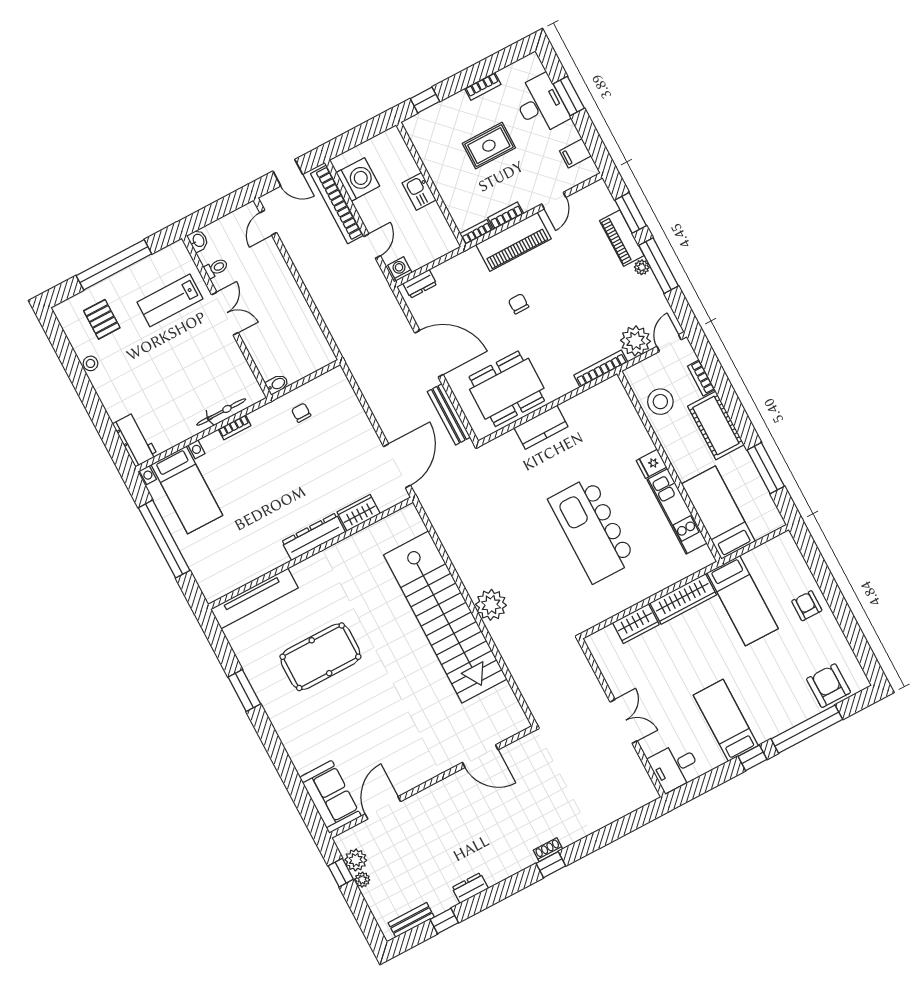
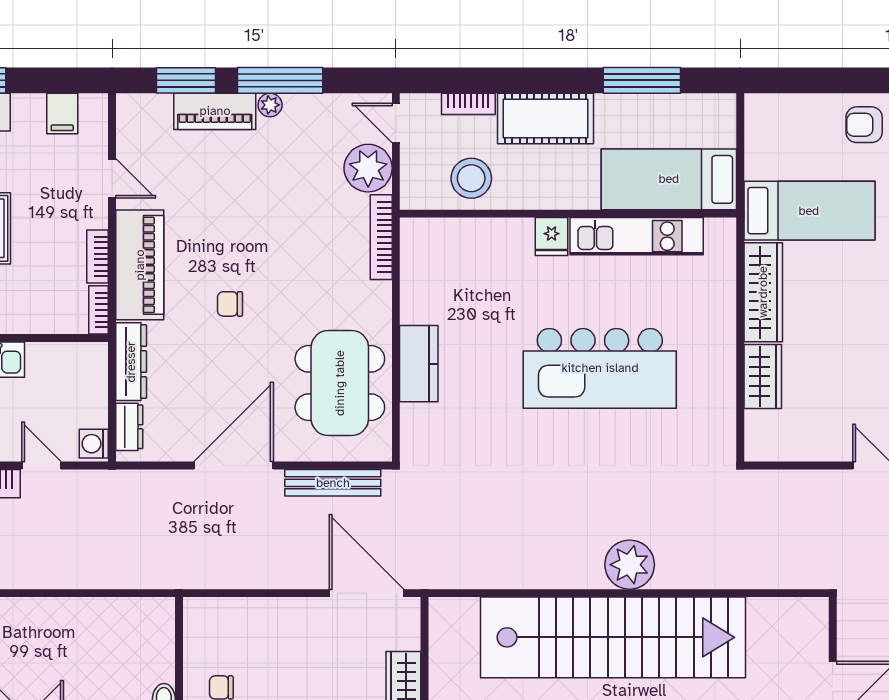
dresser: (457, 266) -> (131, 362), added

